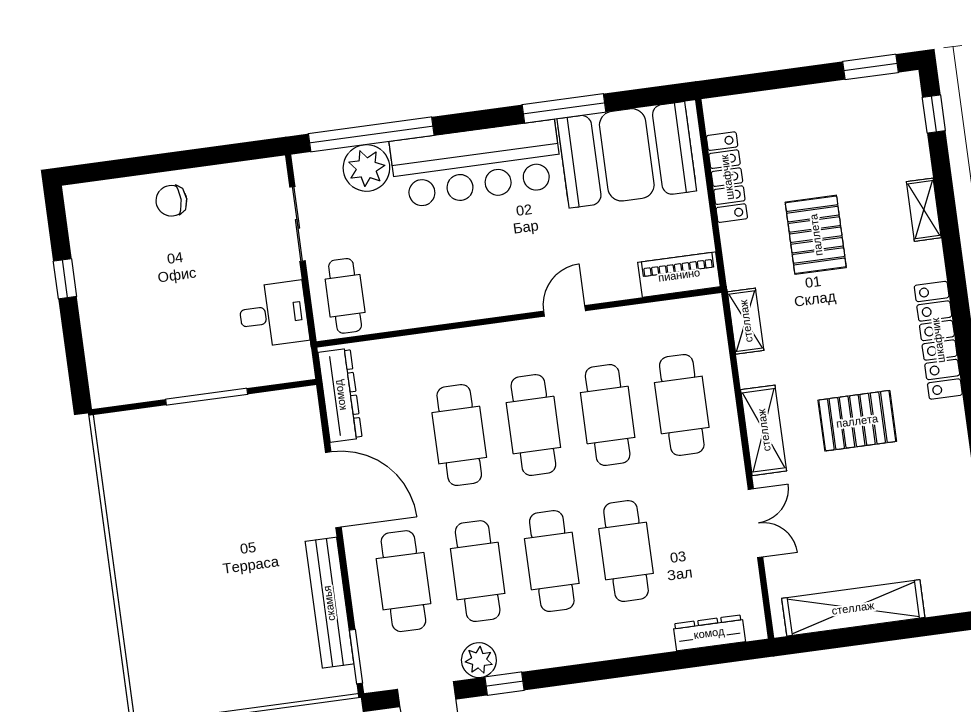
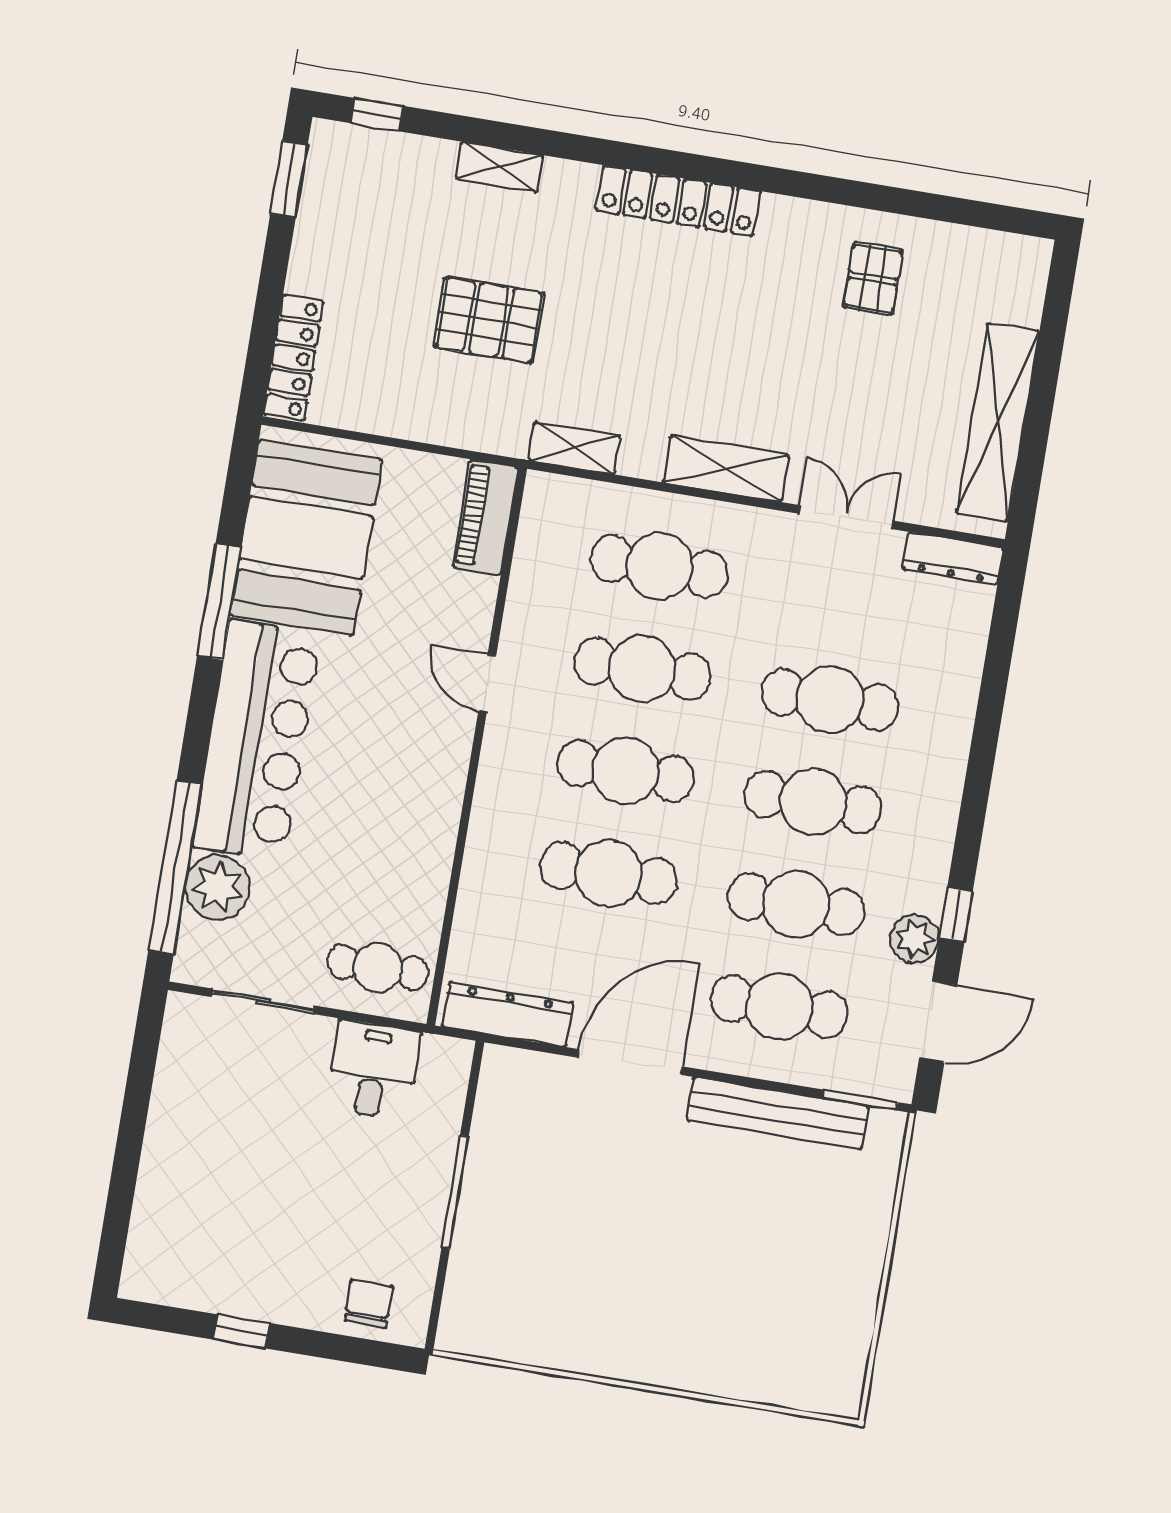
locker: (727, 177) -> (294, 358), moved, turned 90
chair: (171, 201) -> (369, 1303), moved, turned 180
pallet: (857, 421) -> (873, 279), moved, width x0.67, depth x0.71
dresser: (709, 633) -> (953, 558), moved, turned -90

